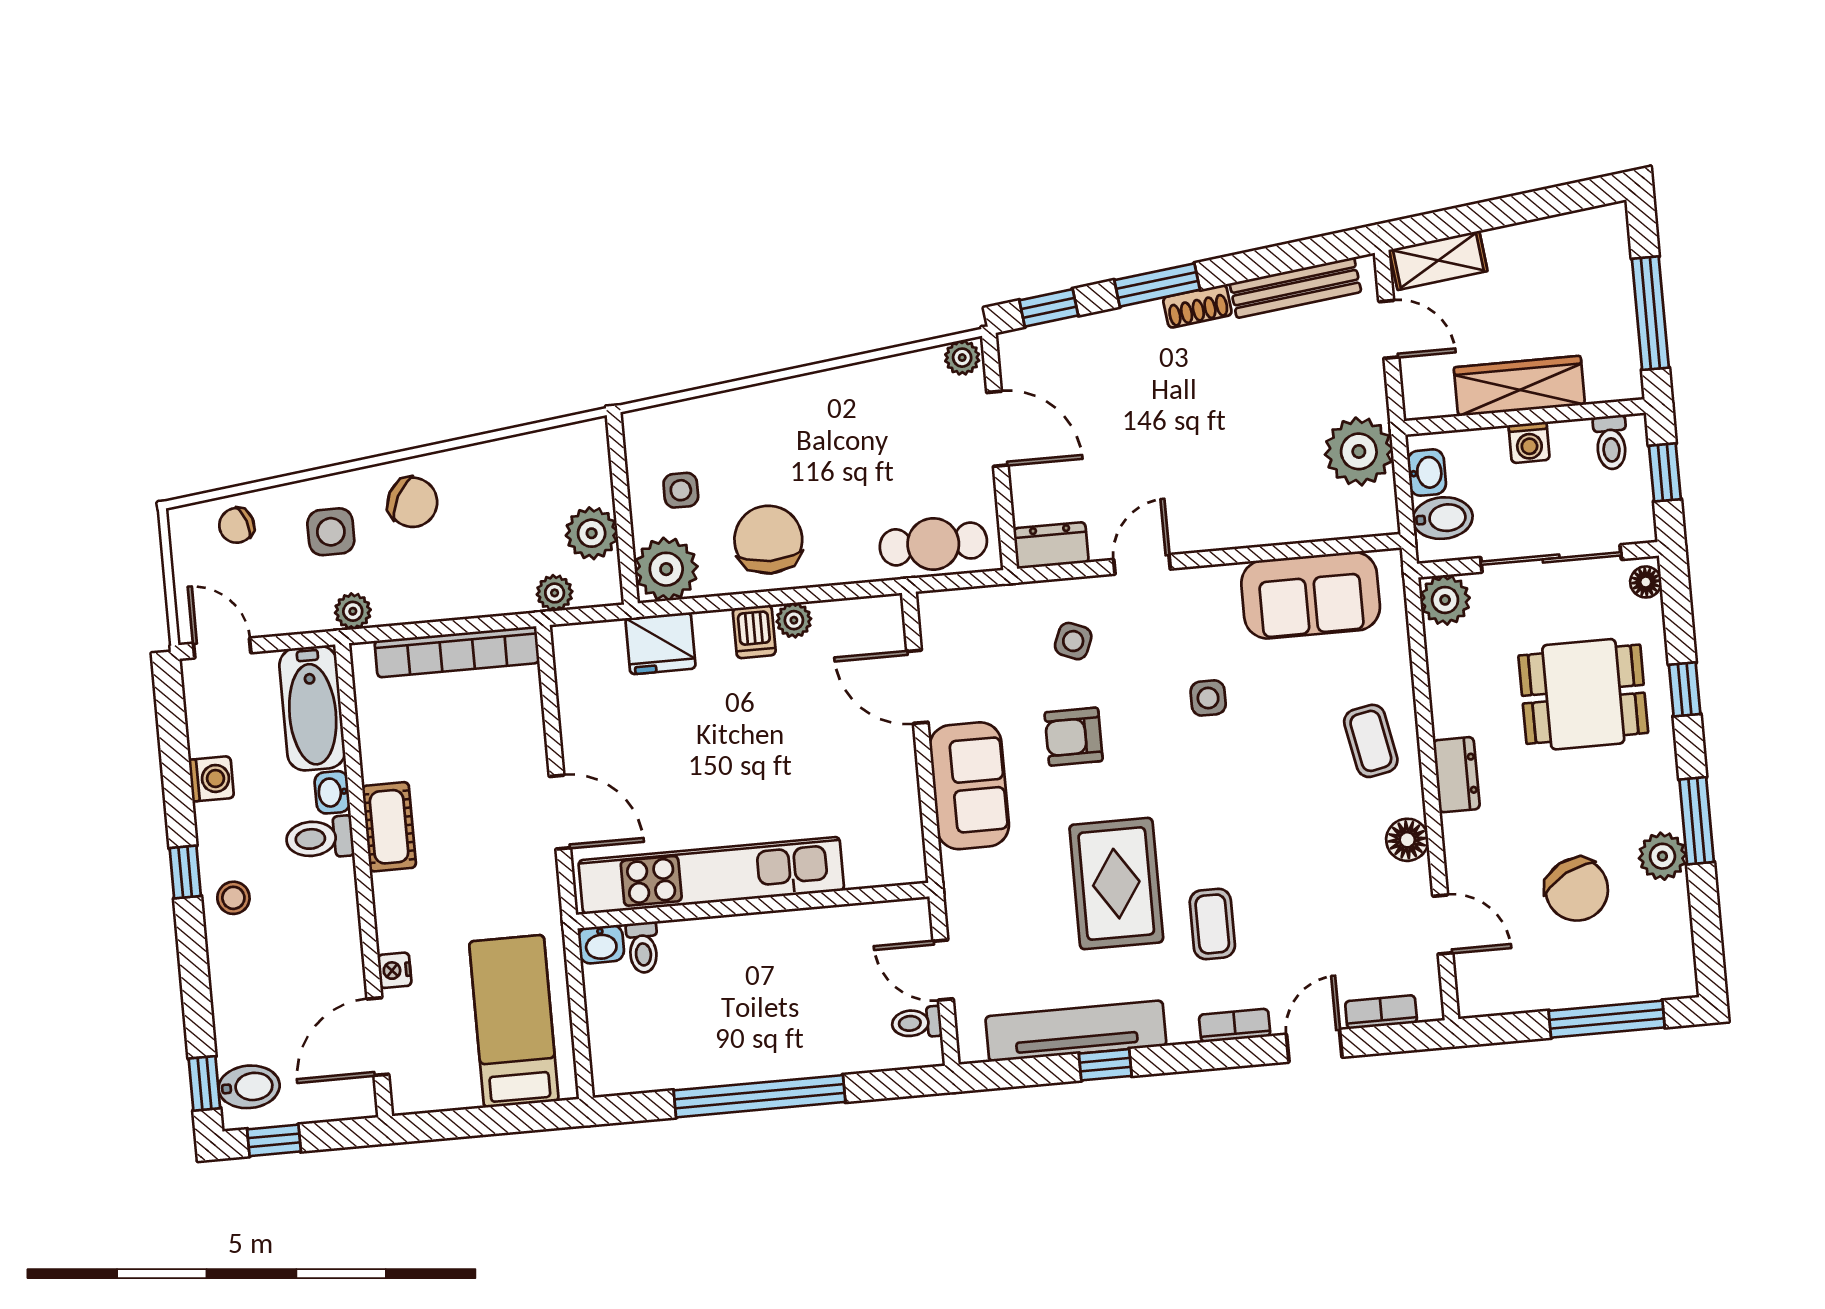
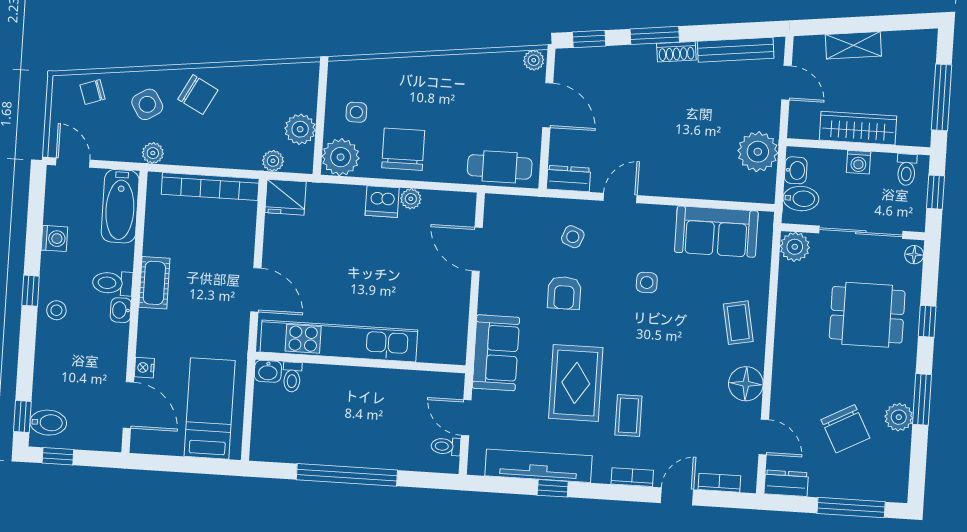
shelving: (1438, 260) -> (853, 45), moved
side table: (331, 532) -> (147, 104), turned -31
dishwasher: (754, 632) -> (382, 202), width x1.38
fridge: (661, 643) -> (285, 197), moved
armchair: (1074, 737) -> (564, 293), turned -90
dresser: (1456, 775) -> (786, 483), moved, turned -90
sofa: (969, 786) -> (496, 353), moved
washbasin: (332, 792) -> (121, 310), moved
floor lamp: (1407, 840) -> (746, 384), width x1.38, depth x1.38
door: (378, 1037) -> (128, 405), swing flipped

